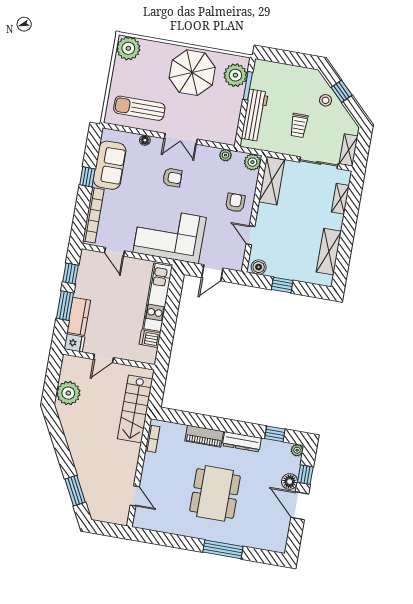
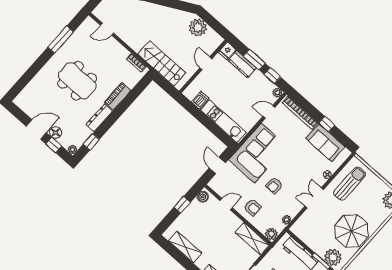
armchair: (172, 178) -> (274, 185), moved
plant: (86, 256) -> (277, 93), added
window: (223, 549) -> (61, 40), moved

